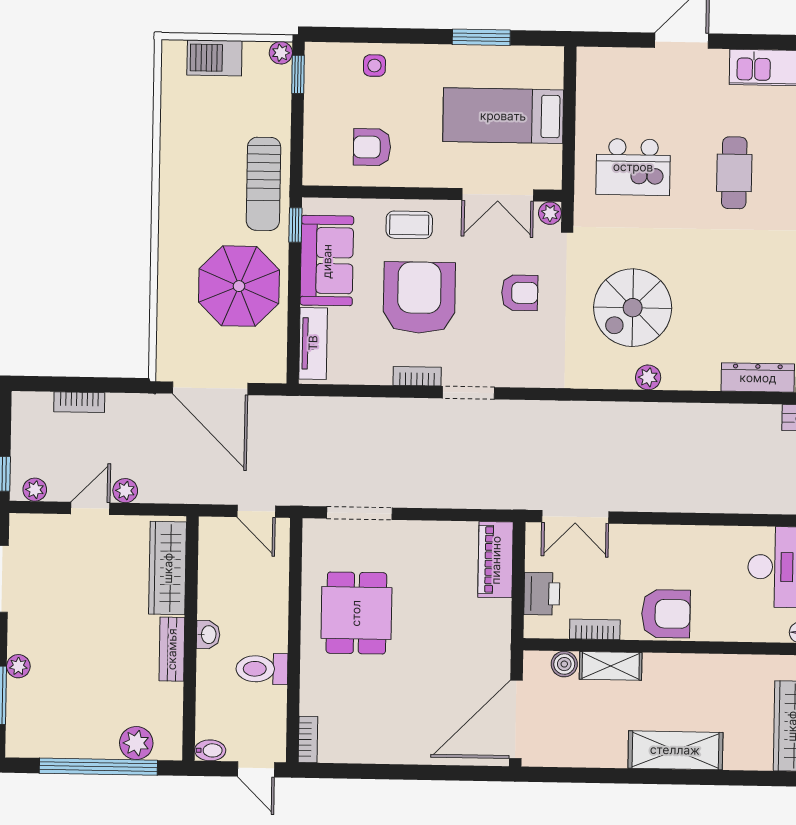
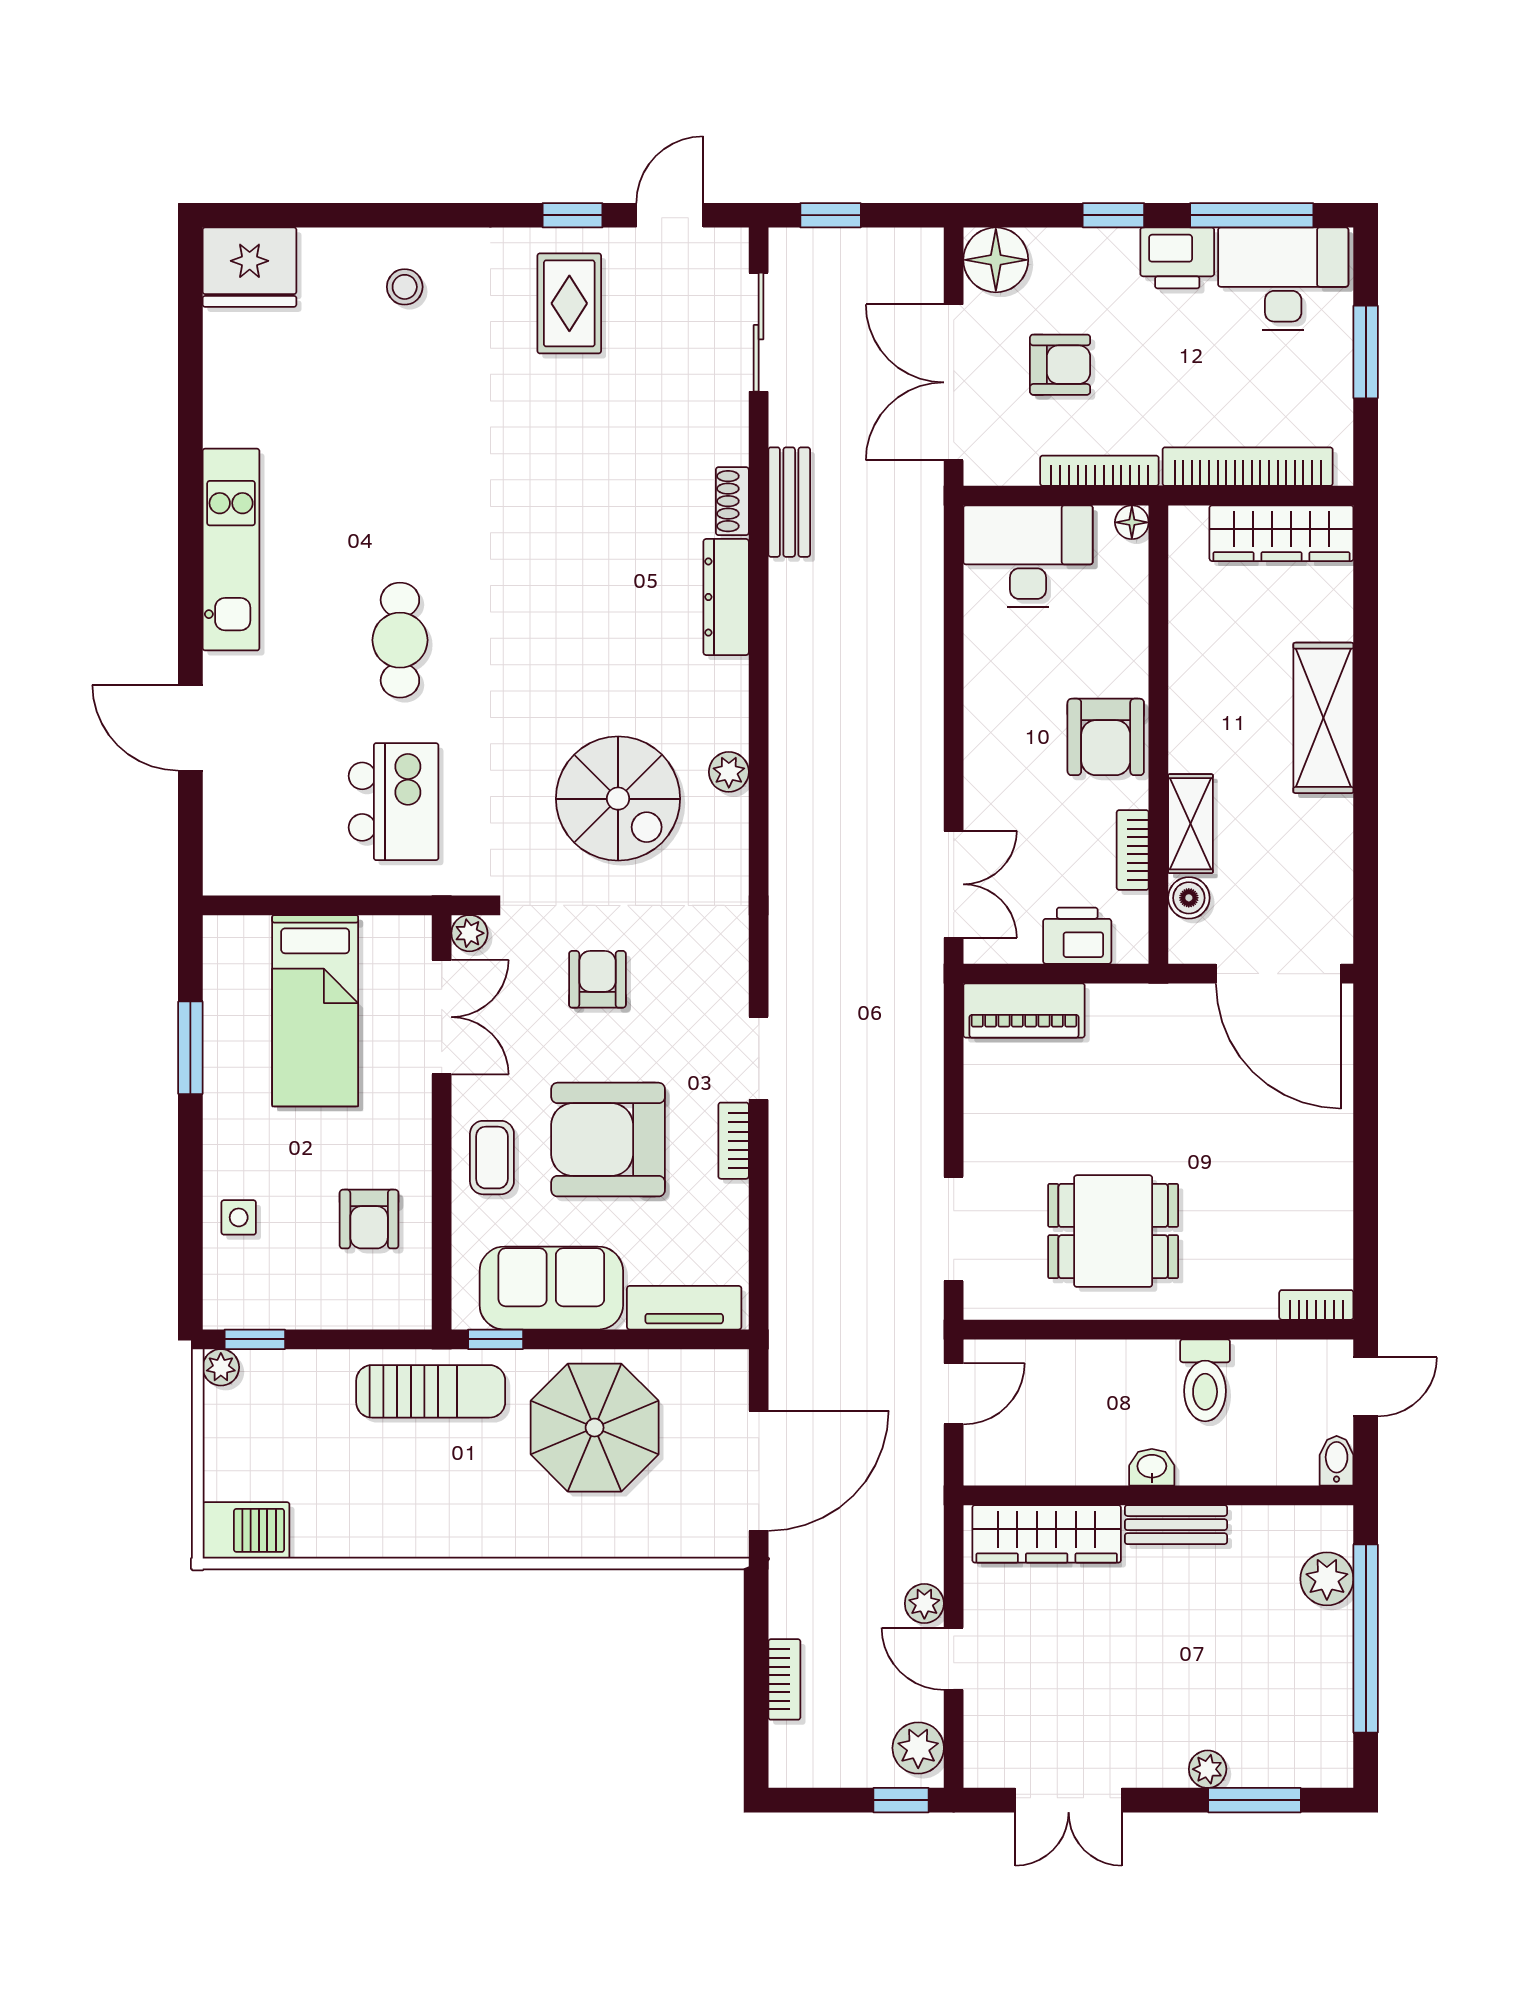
barbecue: (214, 58) -> (246, 1530), moved, turned -90
cafe table: (734, 173) -> (400, 640), turned 90
plant: (35, 490) -> (918, 1748), width x1.38, depth x1.38
armchair: (666, 614) -> (1106, 737), turned 180

